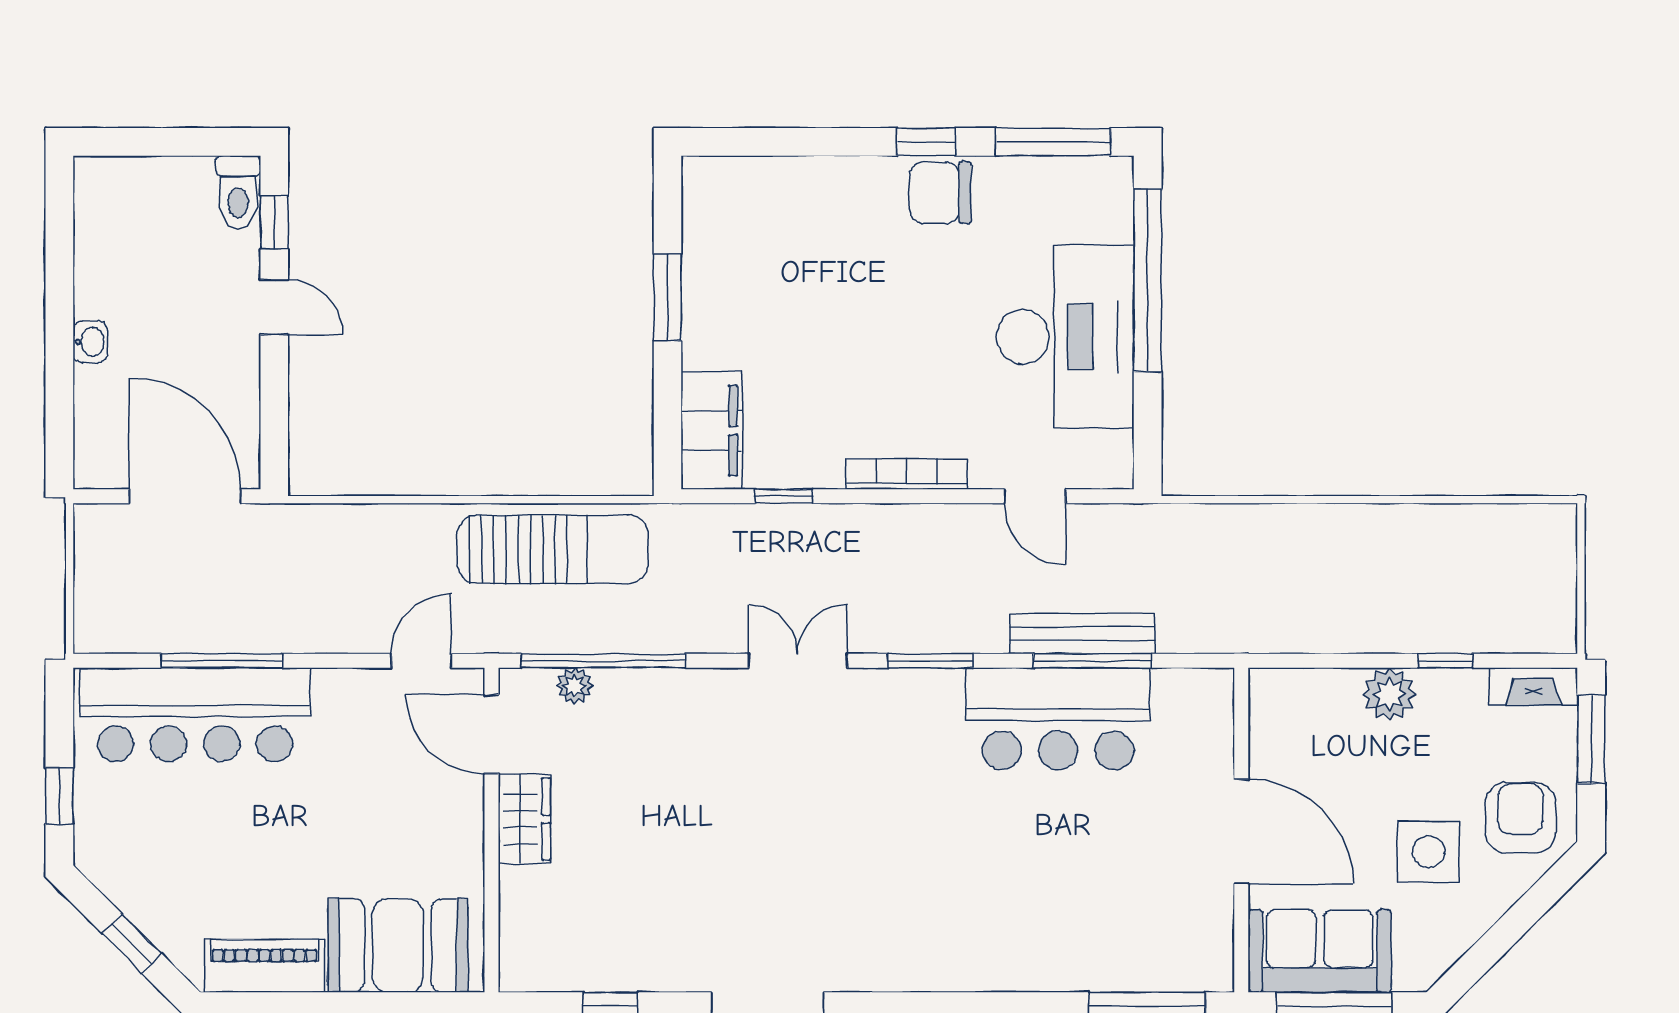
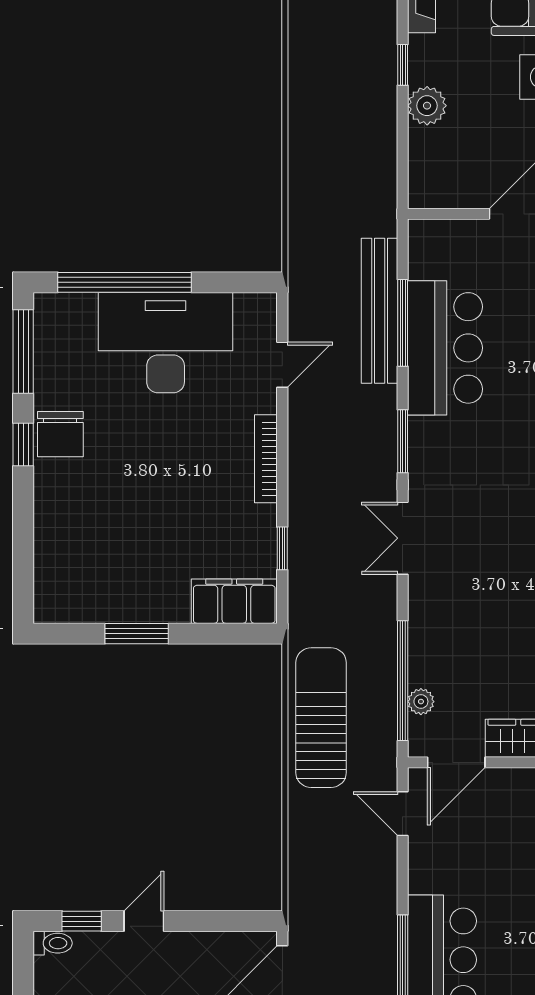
toilet: (238, 192) -> (53, 943), width x0.73, depth x0.72
bench: (1082, 634) -> (380, 311), width x1.37, depth x1.21

